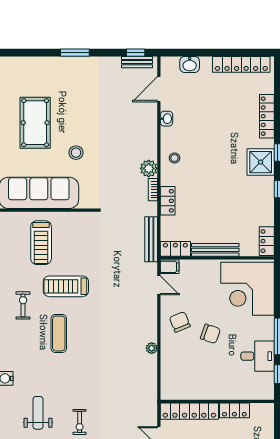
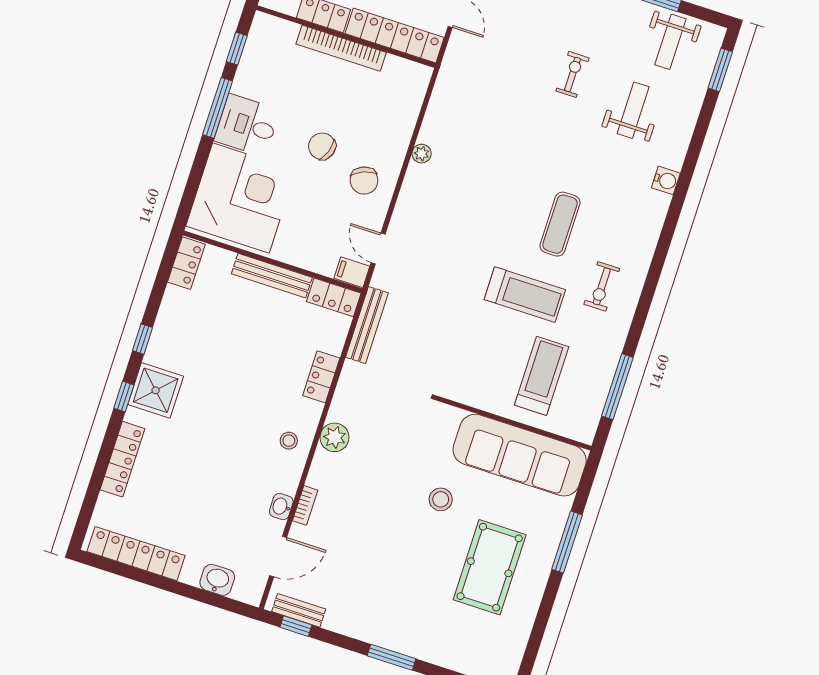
bookcase: (153, 190) -> (305, 505), moved
desk: (258, 356) -> (247, 125), moved
bookcase: (218, 394) -> (341, 48), added
weight bench: (38, 413) -> (633, 110), turned 180

